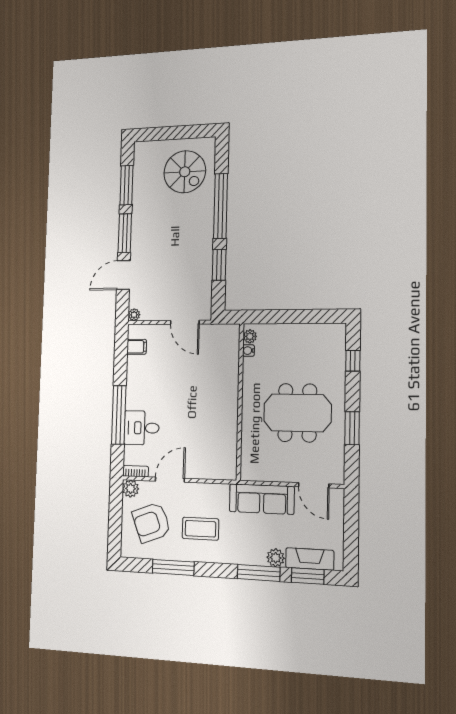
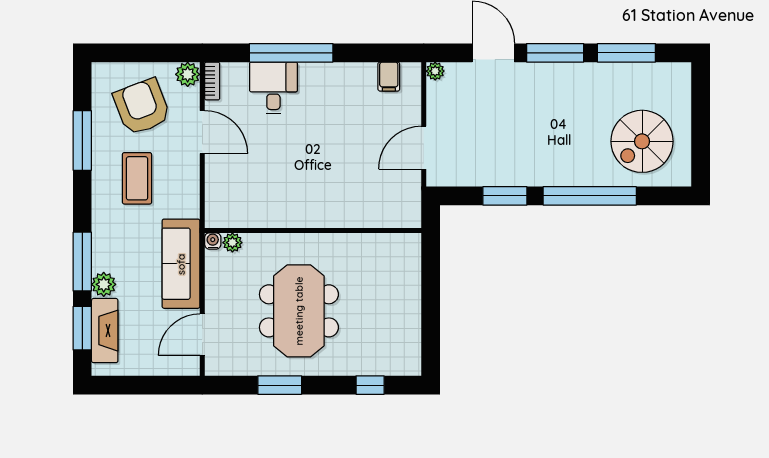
plant: (250, 336) -> (232, 243), moved
water cooler: (248, 351) -> (213, 241), moved

